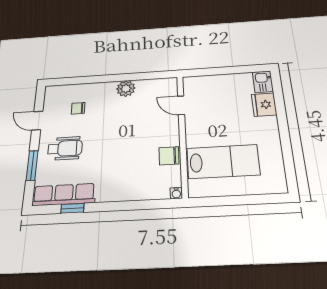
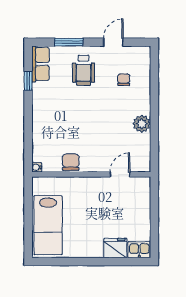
lab bench: (223, 161) -> (48, 225), moved
row of seats: (64, 195) -> (40, 64), width x0.68

